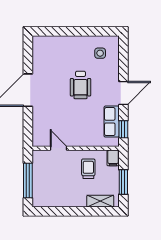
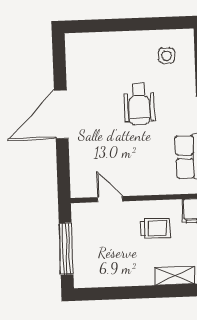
trolley: (88, 169) -> (155, 228), turned 90

